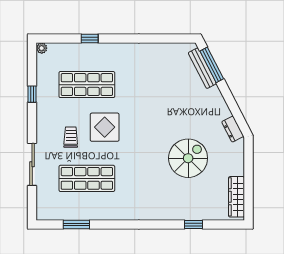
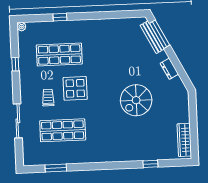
dresser: (233, 129) -> (169, 69), moved
spiral stairs: (188, 158) -> (136, 100), moved, turned 180

